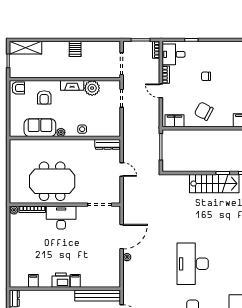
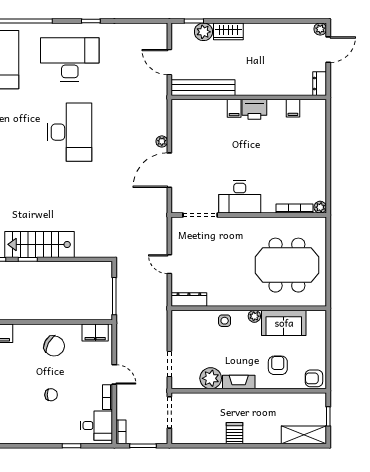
meeting table: (52, 181) -> (287, 265), moved
desk: (61, 218) -> (240, 197), moved

